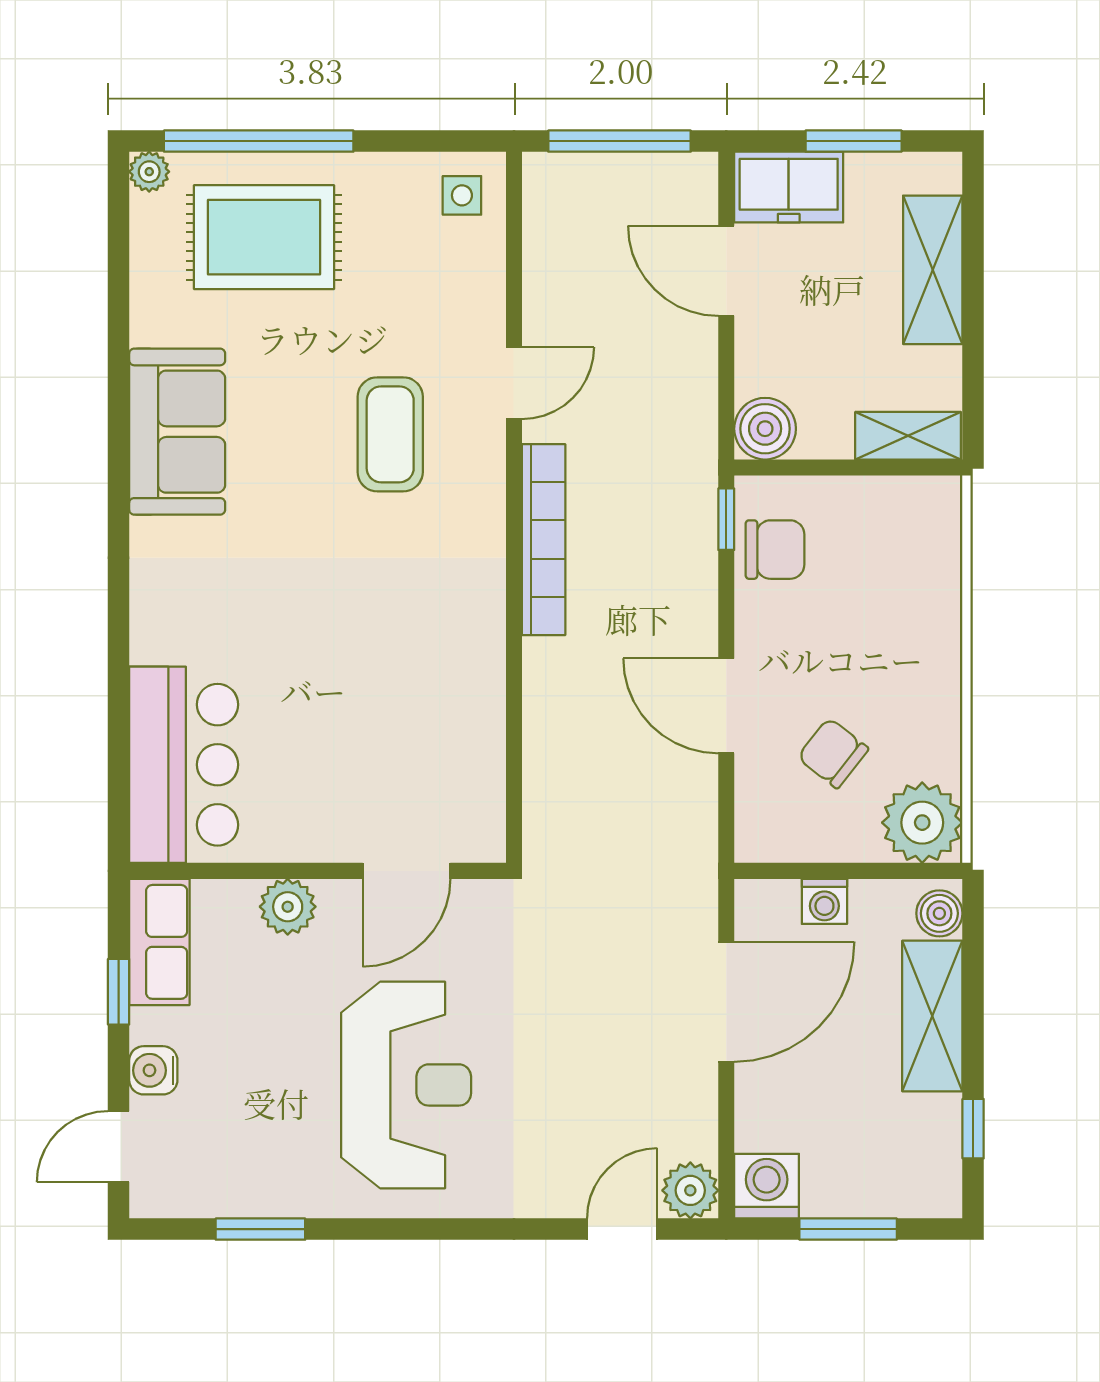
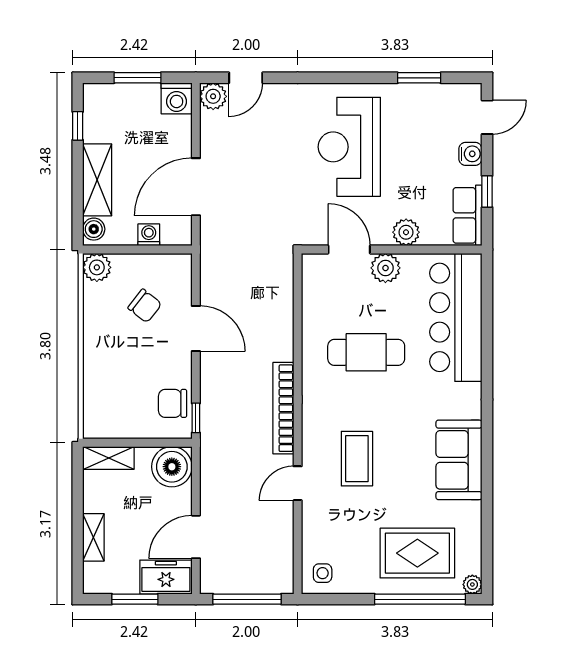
shelving: (933, 270) -> (93, 537), width x0.67, depth x0.75
door: (726, 271) -> (196, 537), swing flipped
boiler: (765, 429) -> (172, 467), width x1.37, depth x1.37
cafe table: (371, 656) -> (366, 352), added
bar counter: (184, 765) -> (456, 317), width x1.36
plant: (922, 823) -> (97, 267), width x0.73, depth x0.73
plant: (331, 832) -> (385, 268), added
door: (407, 871) -> (349, 249), hinge flipped

